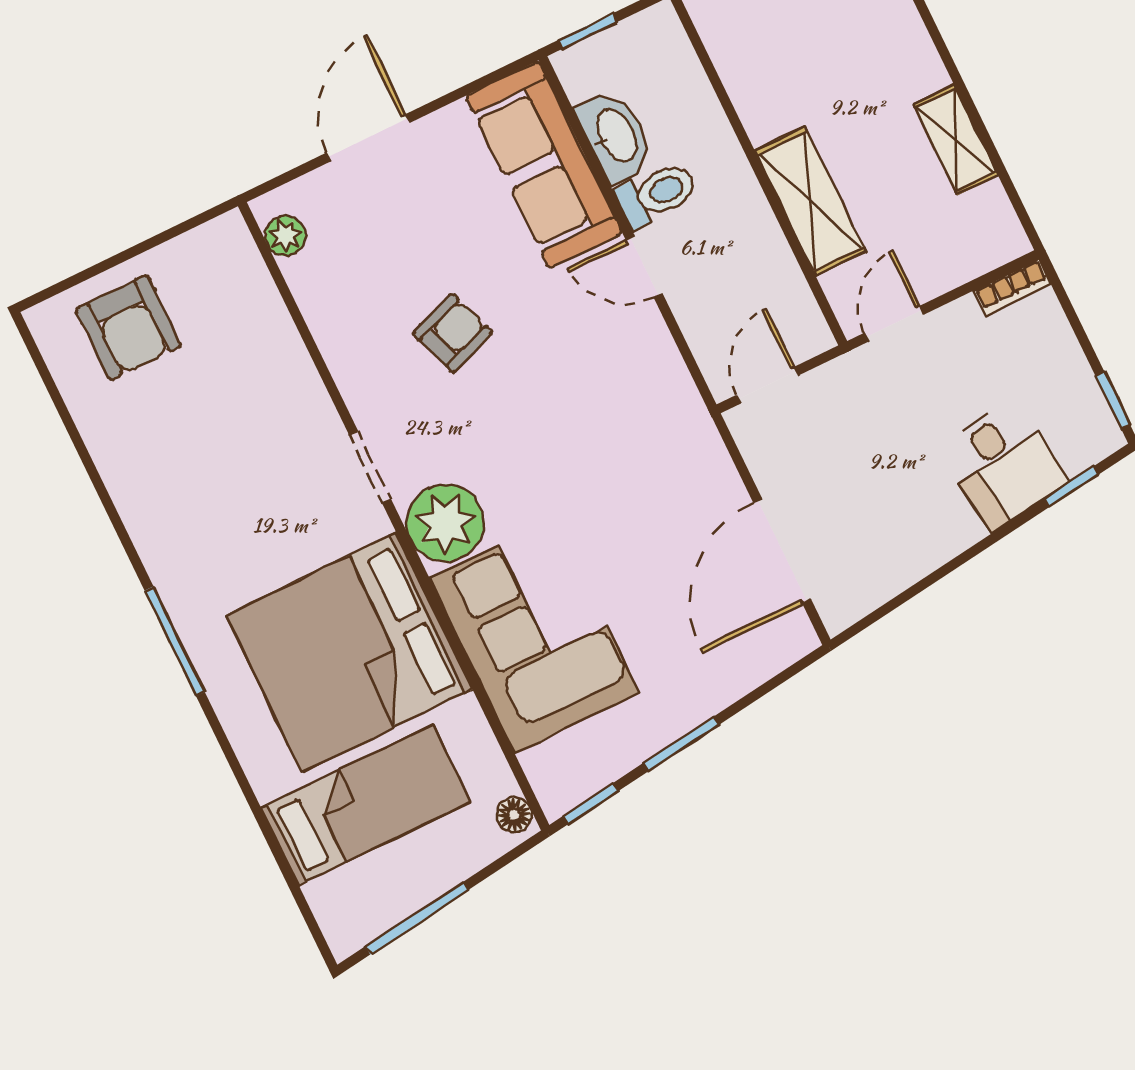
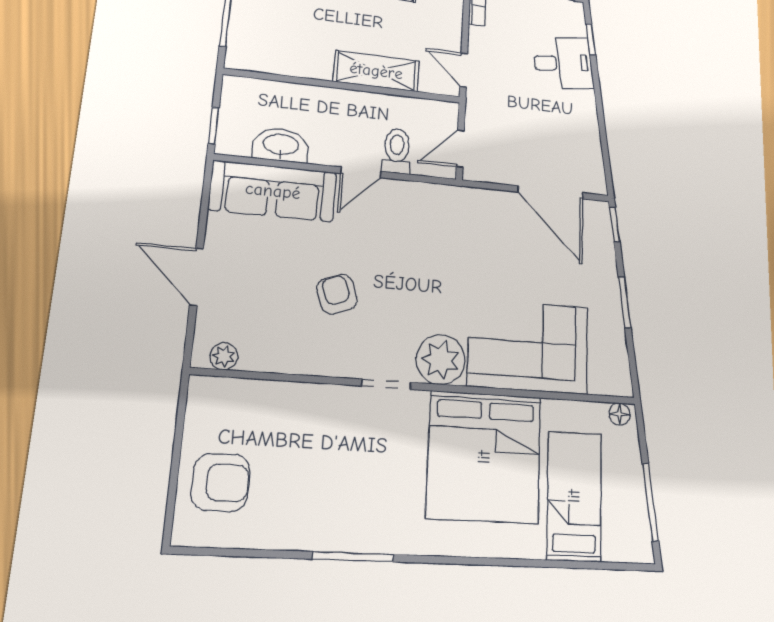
toilet: (657, 194) -> (397, 151), moved
door: (768, 385) -> (460, 149), hinge flipped
window: (175, 641) -> (353, 557), moved
window: (591, 803) -> (615, 224), moved

